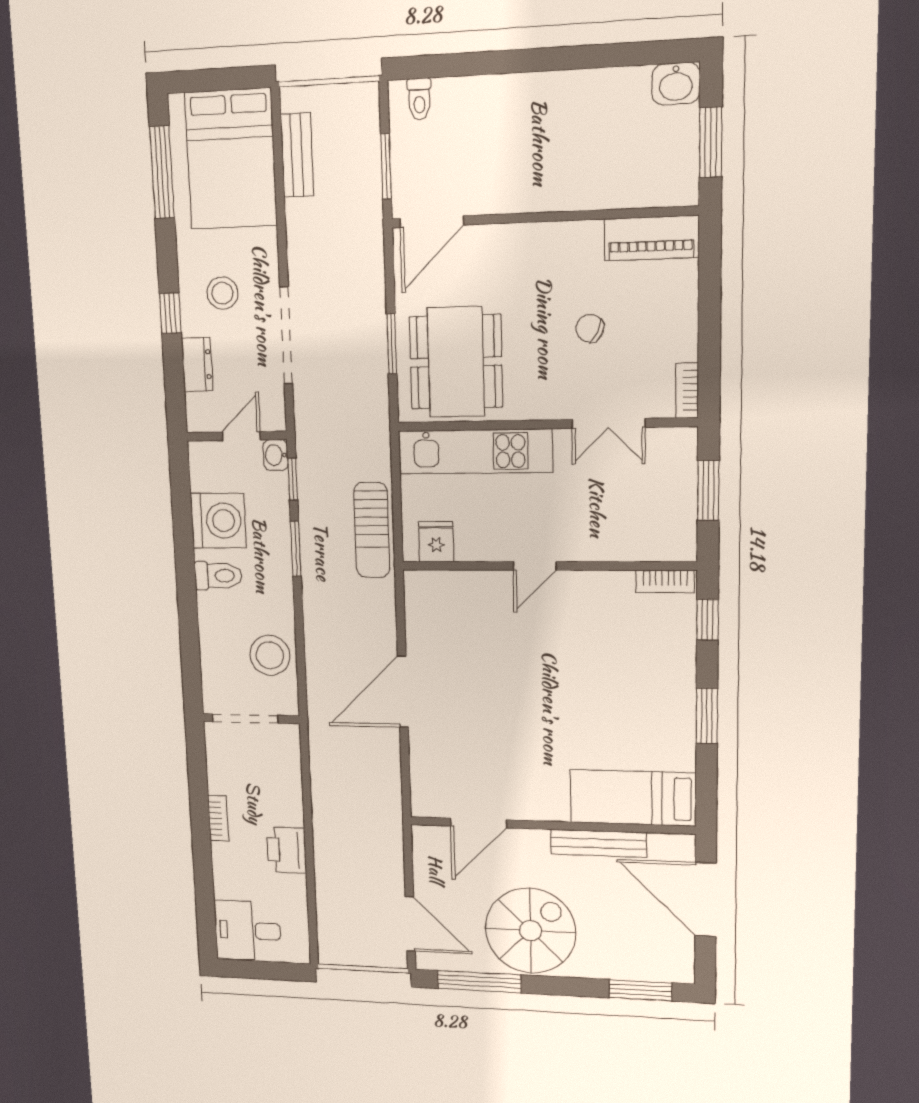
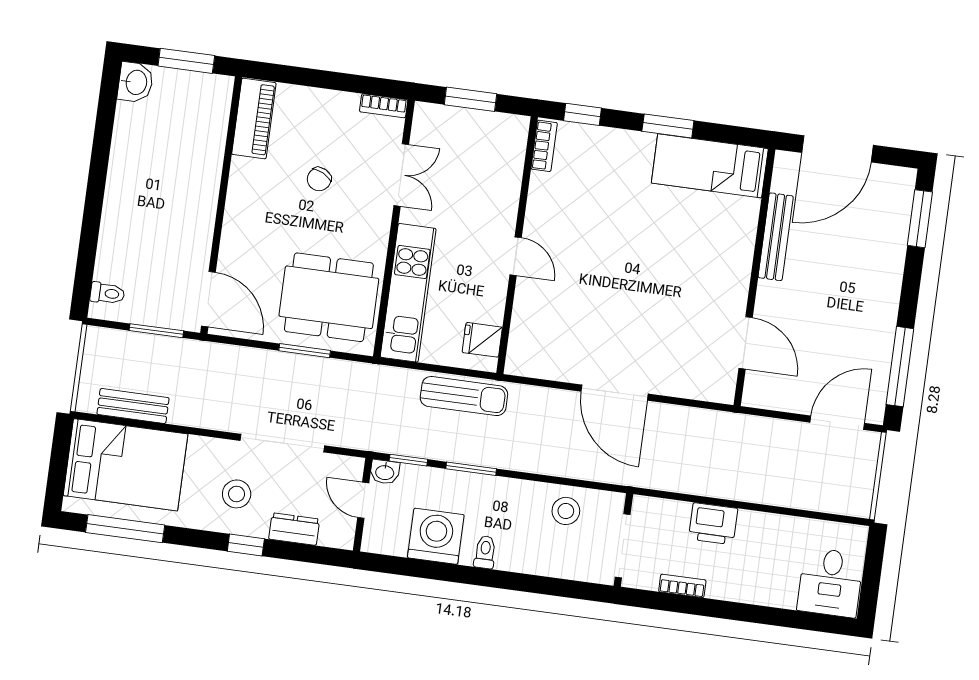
toilet: (218, 576) -> (485, 552), width x0.73, depth x0.72
stool: (270, 655) -> (566, 511), width x0.73, depth x0.73
bed: (633, 798) -> (710, 166), moved, turned 90
bookcase: (218, 818) -> (682, 586), moved
printer: (287, 850) -> (713, 524), moved
spiral stairs: (530, 931) -> (854, 311), removed

